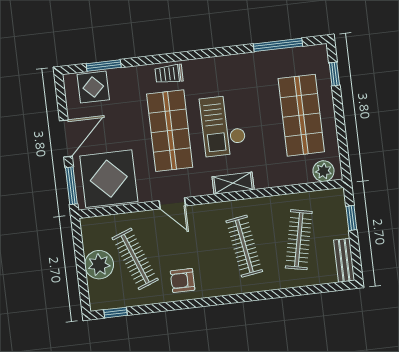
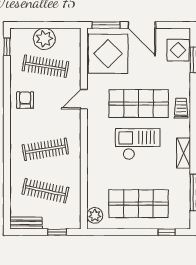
shelving: (233, 183) -> (184, 153), moved
clothes rail: (135, 259) -> (45, 66), turned 30

